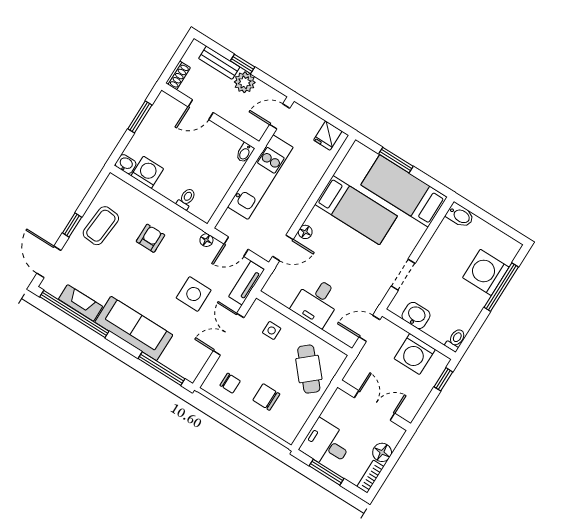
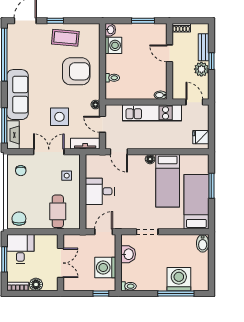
floor lamp: (305, 232) -> (150, 159), moved
armchair: (151, 238) -> (76, 71), width x1.88, depth x1.88
fireplace: (81, 303) -> (13, 135), moved
door: (369, 328) -> (104, 232), hinge flipped
cafe table: (309, 369) -> (58, 211), turned -49
chair: (266, 397) -> (19, 219), moved

